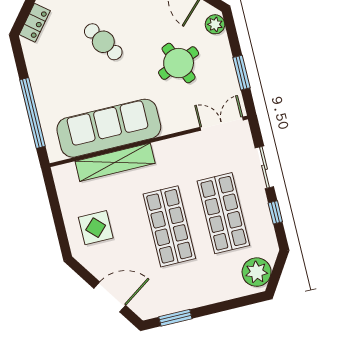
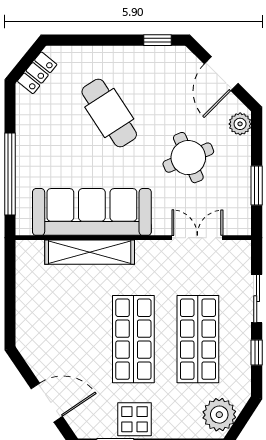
cafe table: (103, 42) -> (109, 113), width x1.37, depth x1.35
double door: (222, 124) -> (197, 238), moved
display table: (96, 228) -> (134, 419), moved

